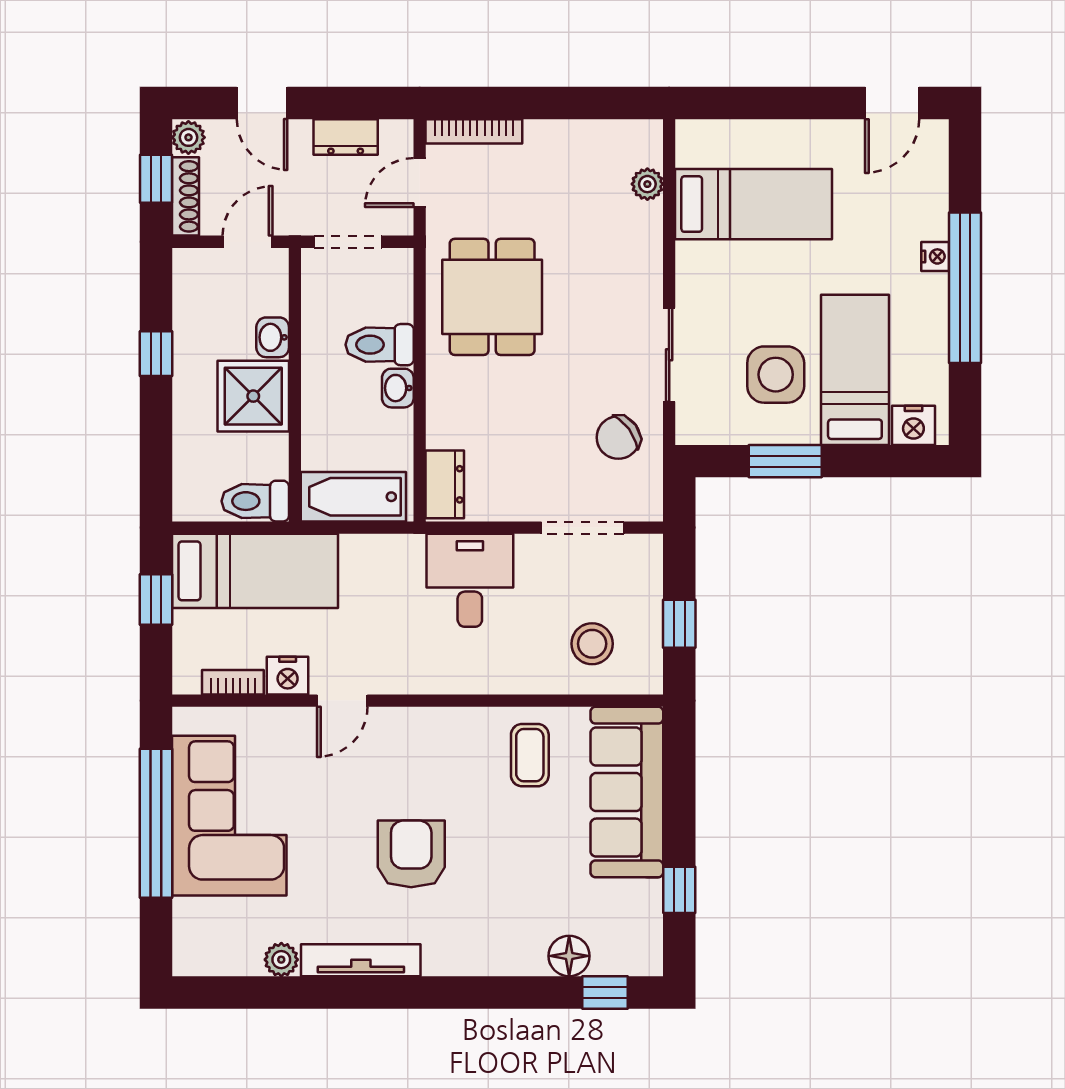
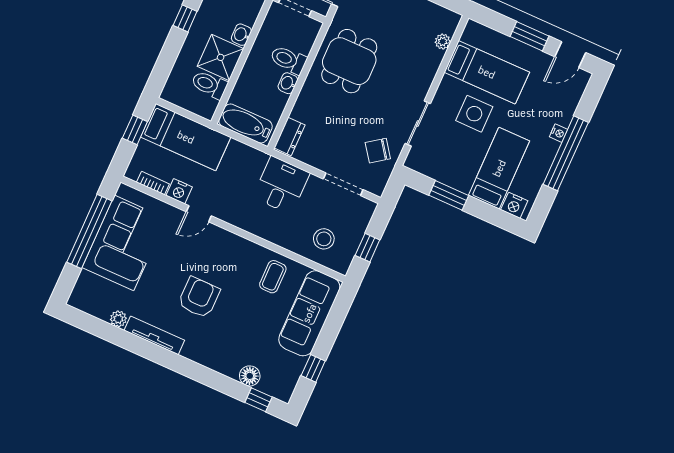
window: (802, 103) -> (529, 36), added
side table: (776, 375) -> (474, 114), moved
toilet: (255, 501) -> (209, 85), moved

